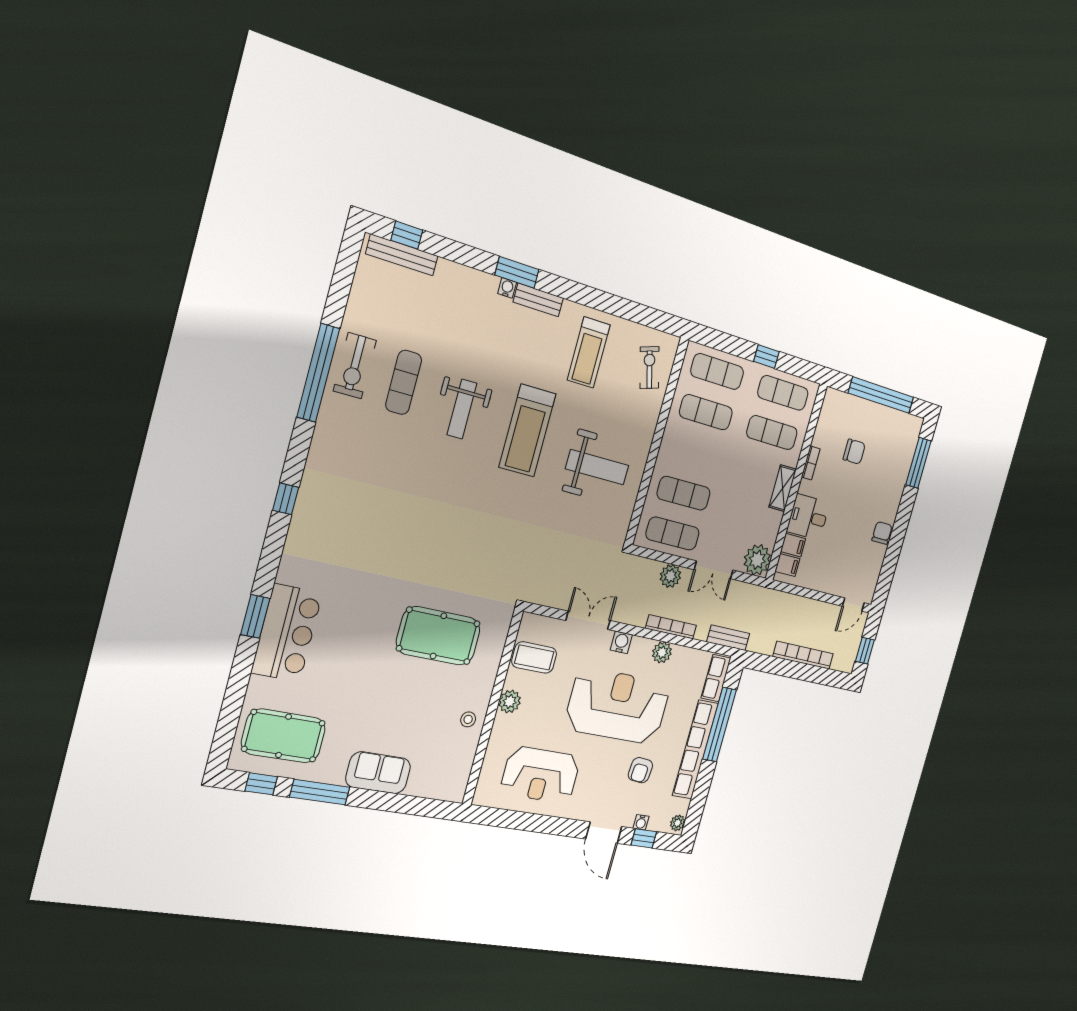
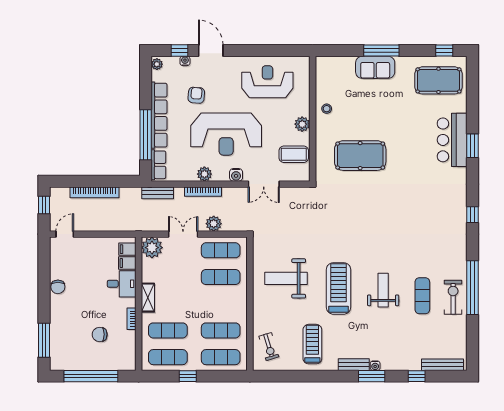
window: (407, 235) -> (417, 376), moved
window: (320, 792) -> (381, 50), moved

